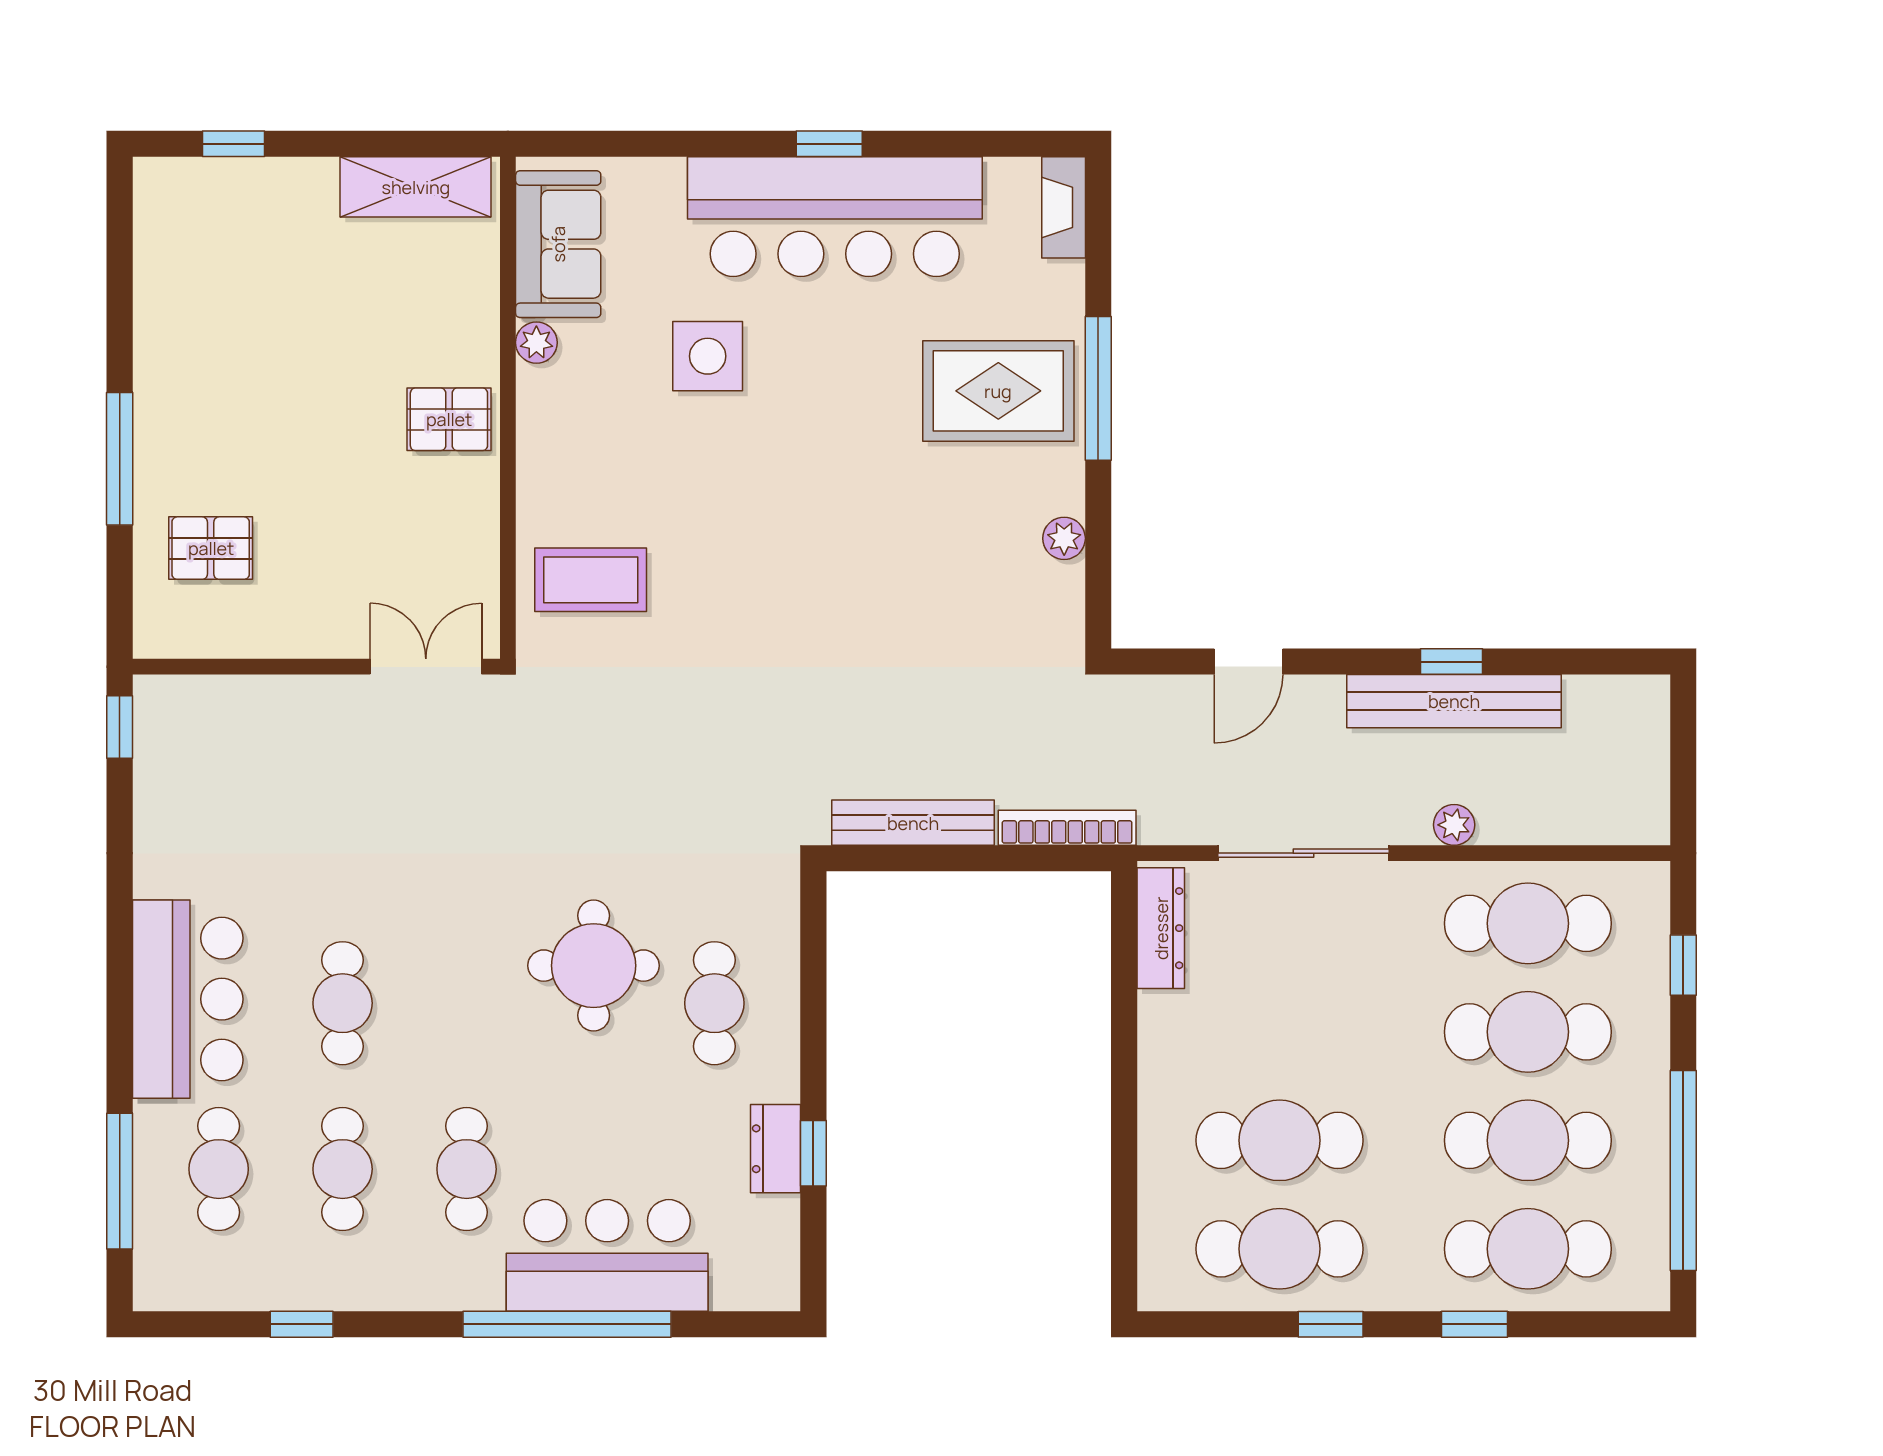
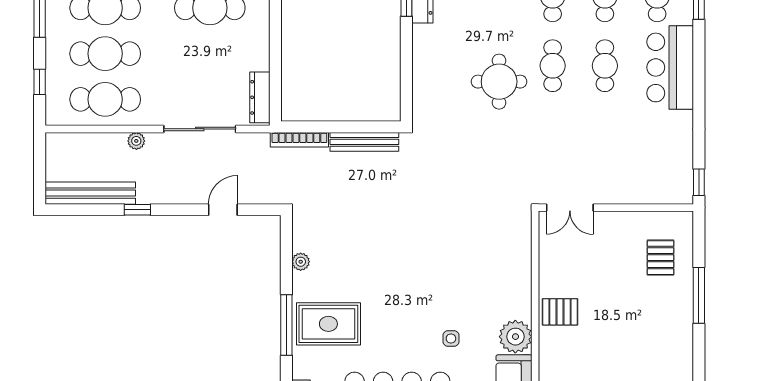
plant: (536, 343) -> (515, 337), width x1.88, depth x1.88
side table: (708, 356) -> (451, 339), width x0.54, depth x0.54
pallet: (211, 548) -> (661, 258), turned 90
coffee table: (591, 580) -> (500, 244), removed
bench: (1454, 701) -> (90, 193), moved
cafe table: (714, 1003) -> (553, 66), moved

